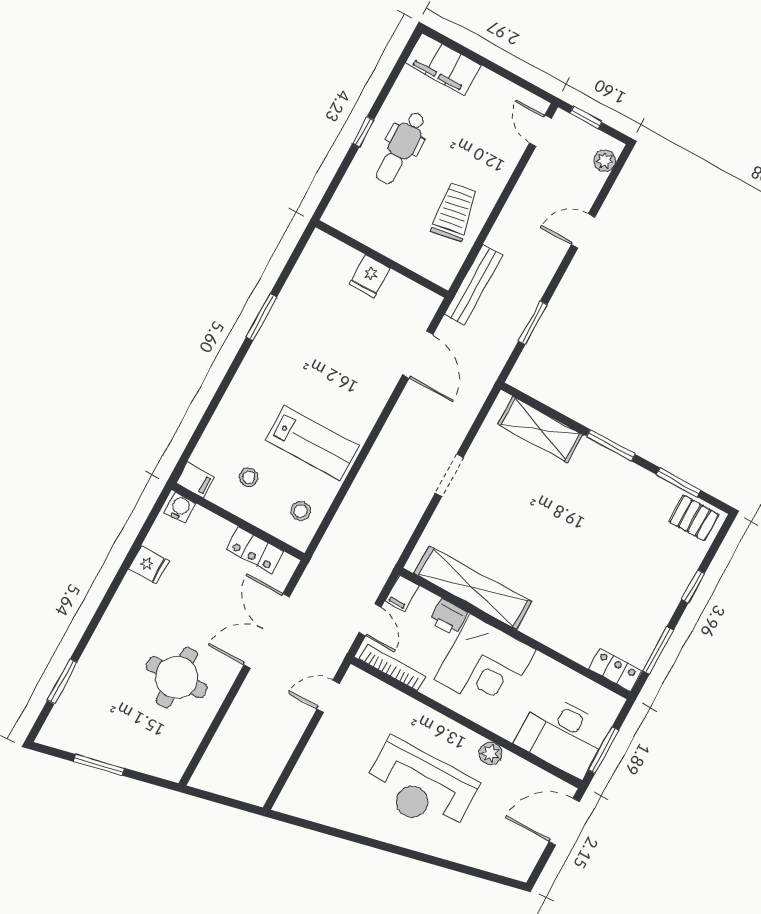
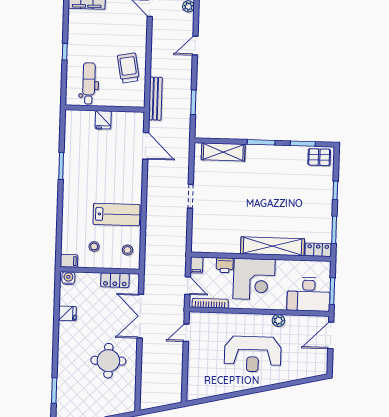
dental chair: (401, 148) -> (89, 83), moved, turned 180
shelving: (473, 588) -> (273, 246), moved

